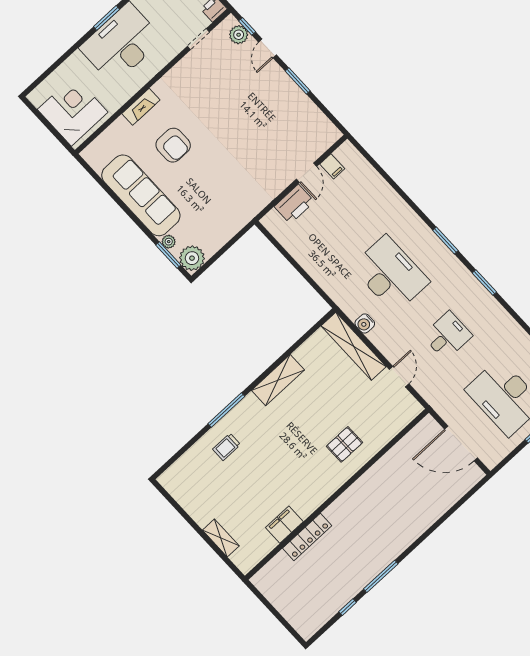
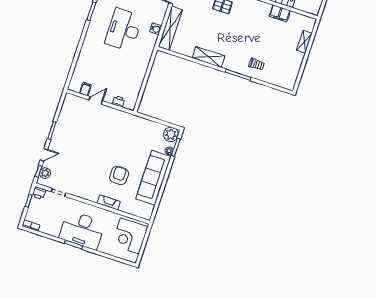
printer: (294, 204) -> (119, 101), width x0.53, depth x0.68

